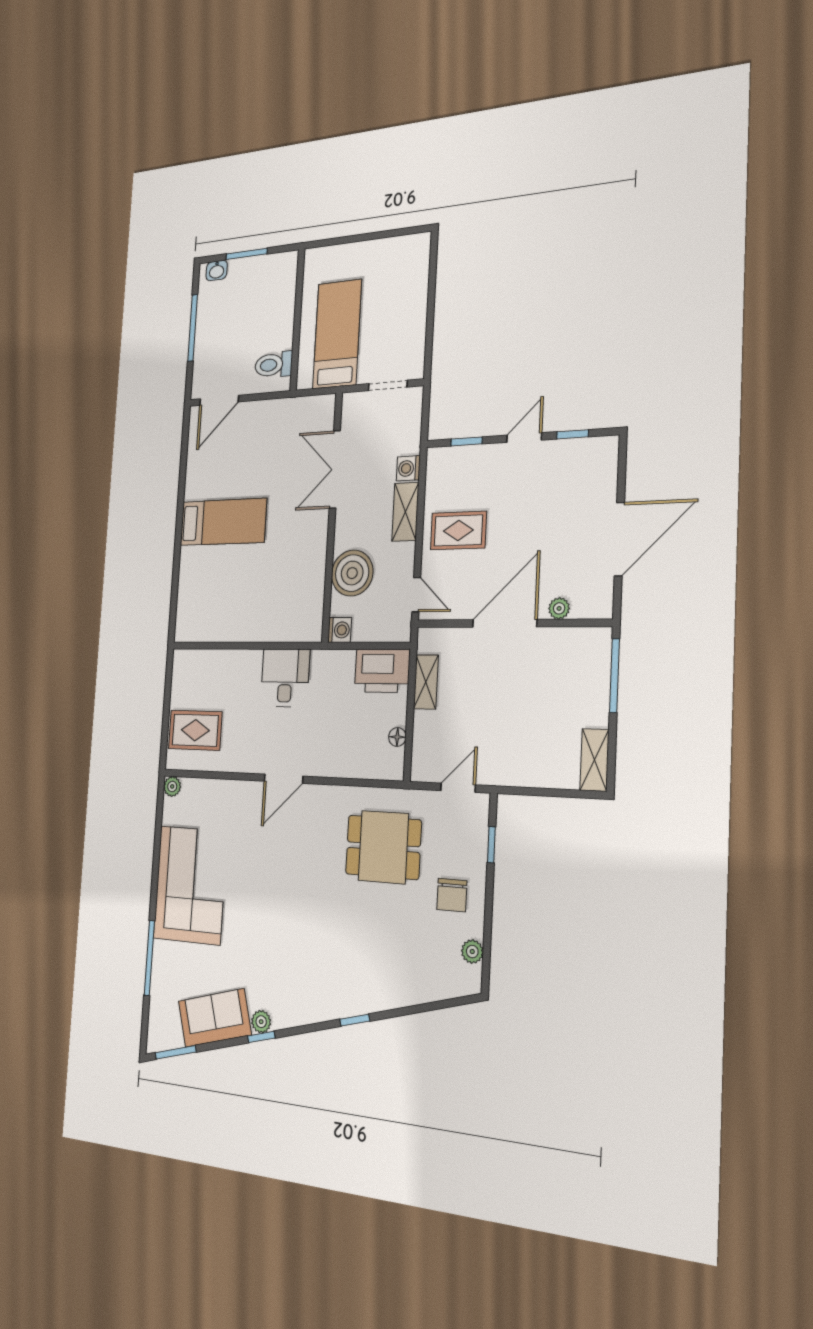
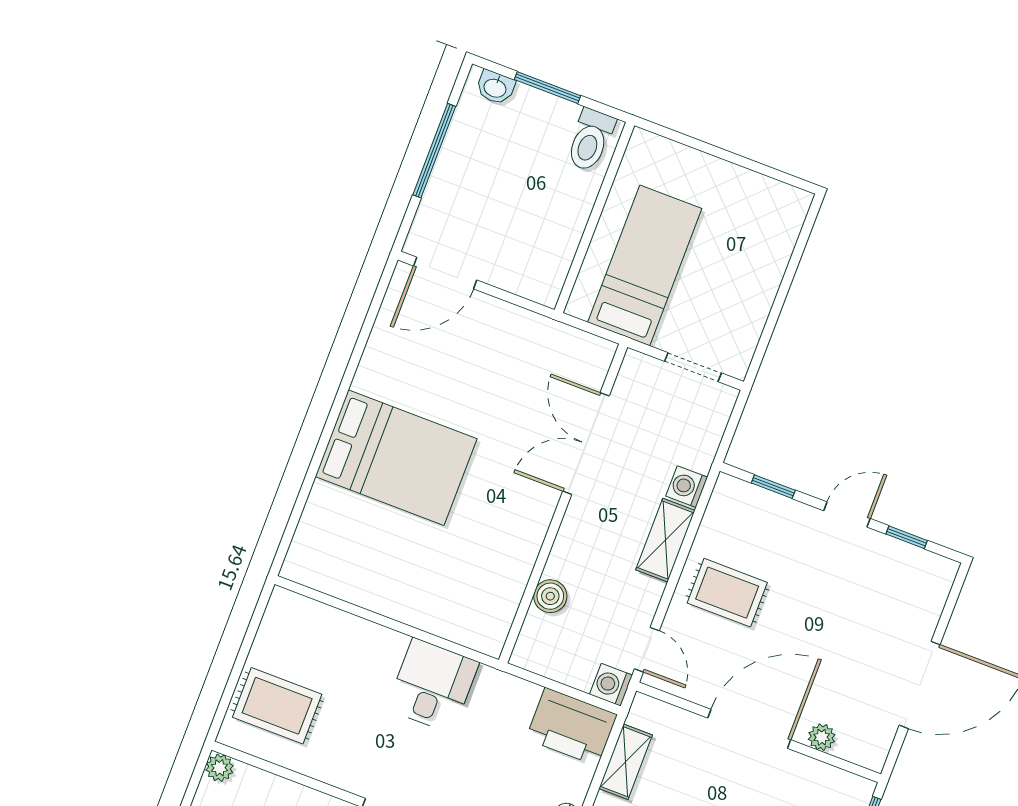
toilet: (274, 365) -> (590, 140), moved, turned -90
bed: (223, 522) -> (396, 458), width x1.50
boiler: (352, 573) -> (550, 596), width x0.54, depth x0.54
washing machine: (340, 630) -> (611, 685), moved, turned 180

